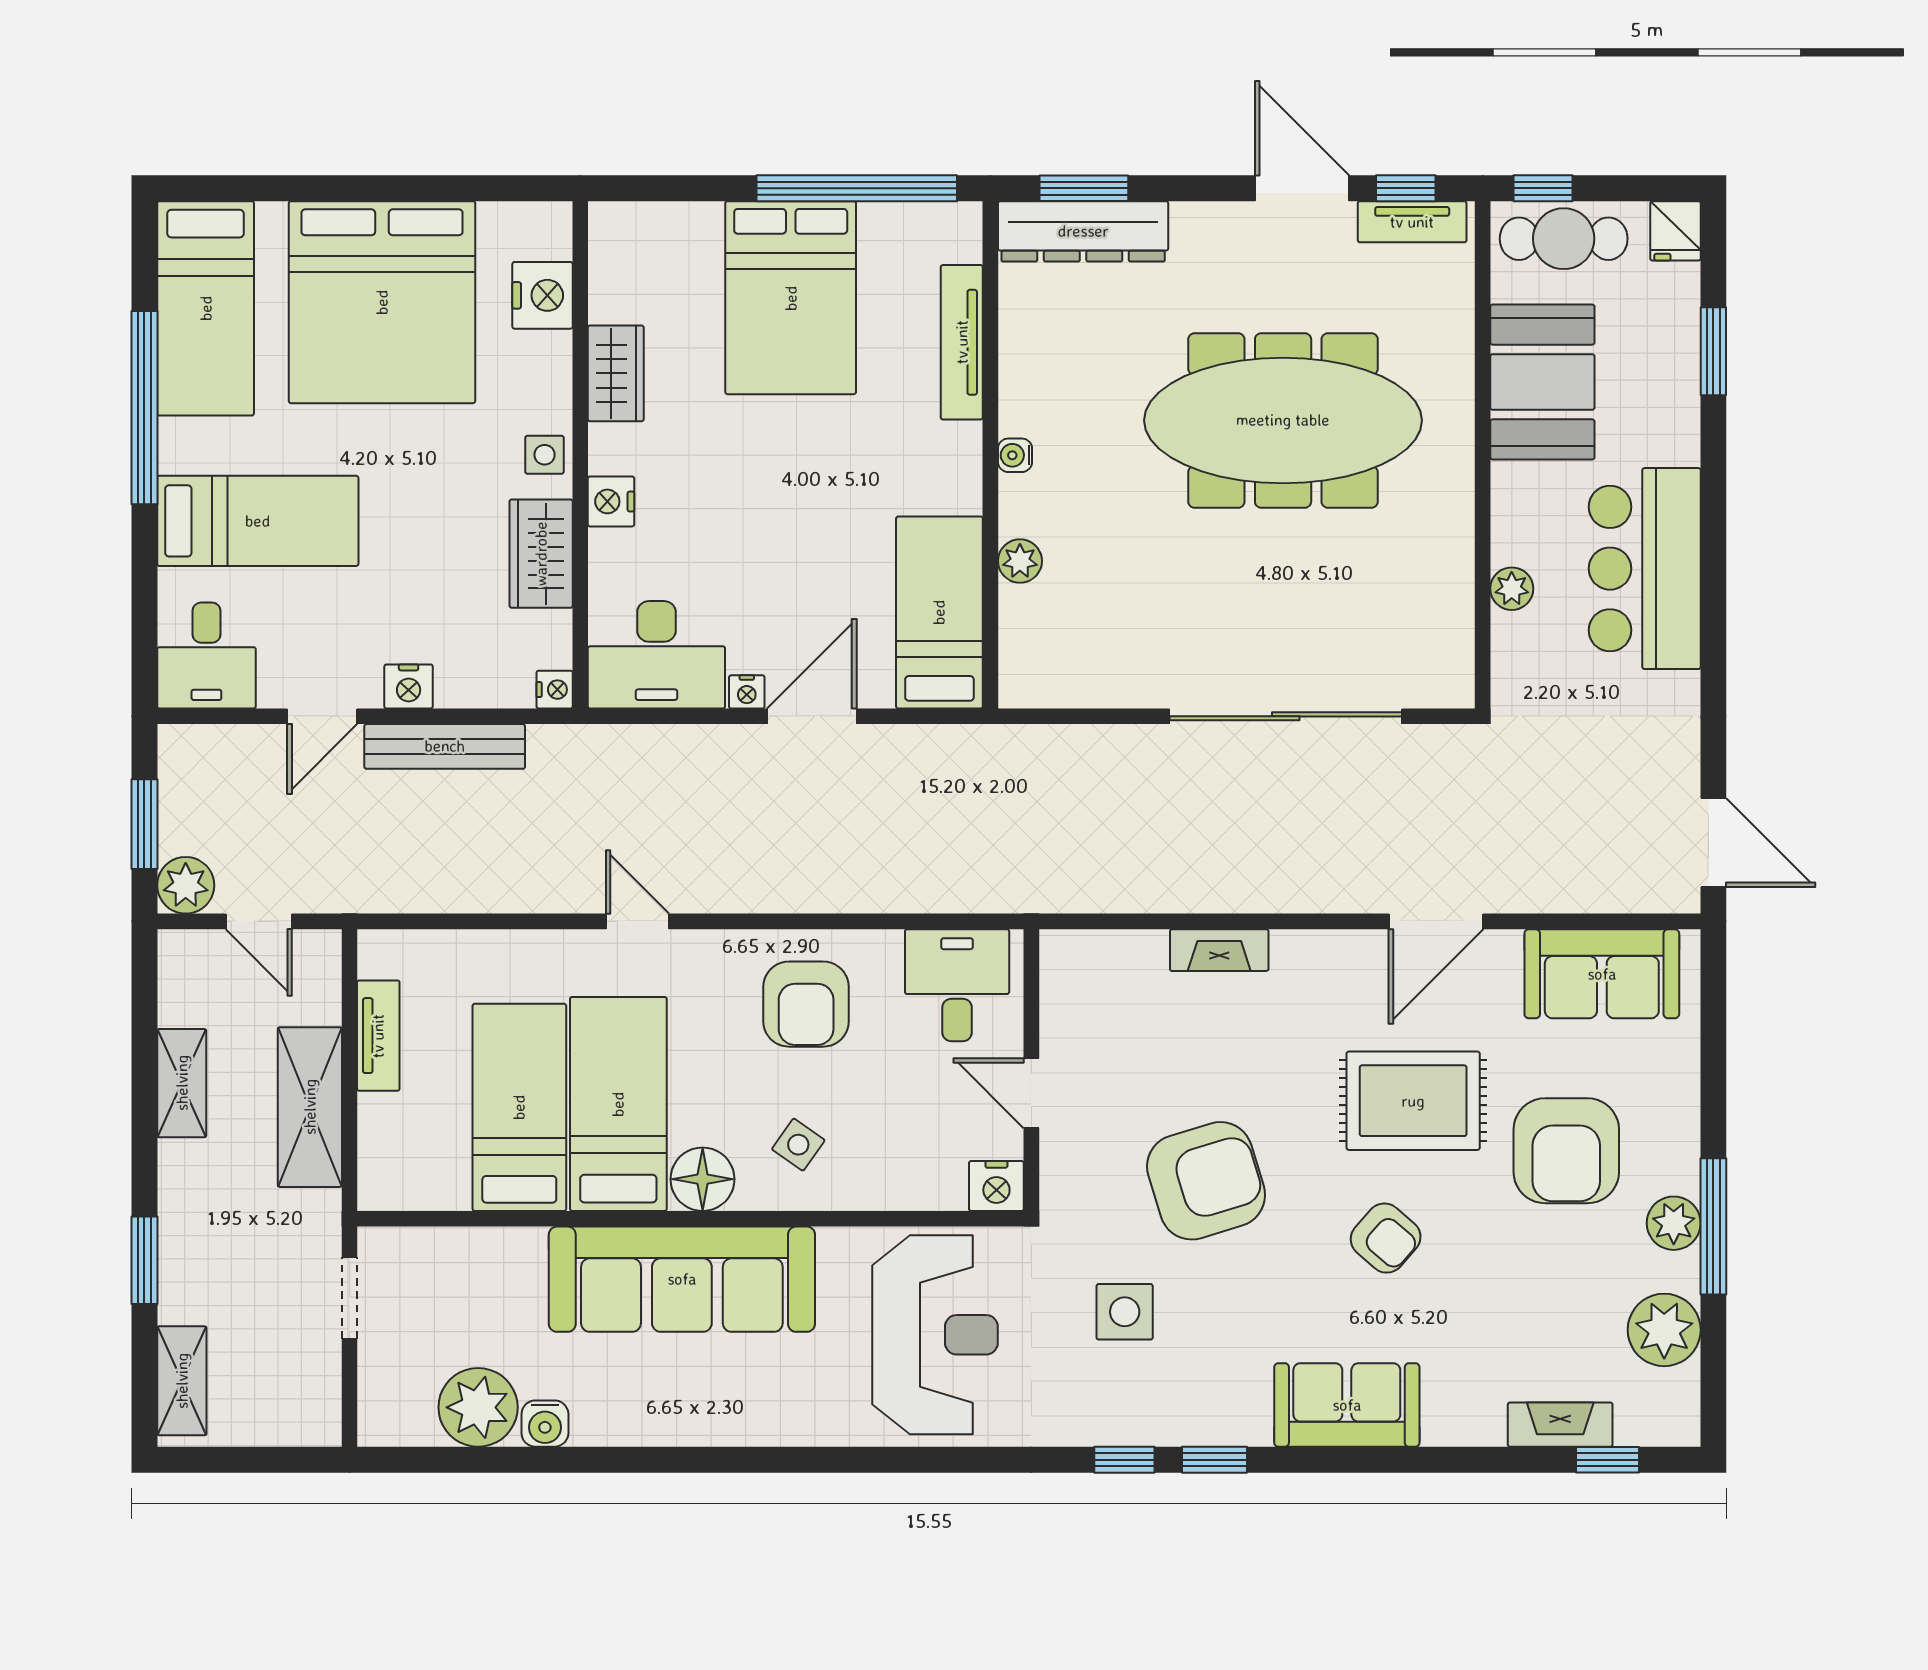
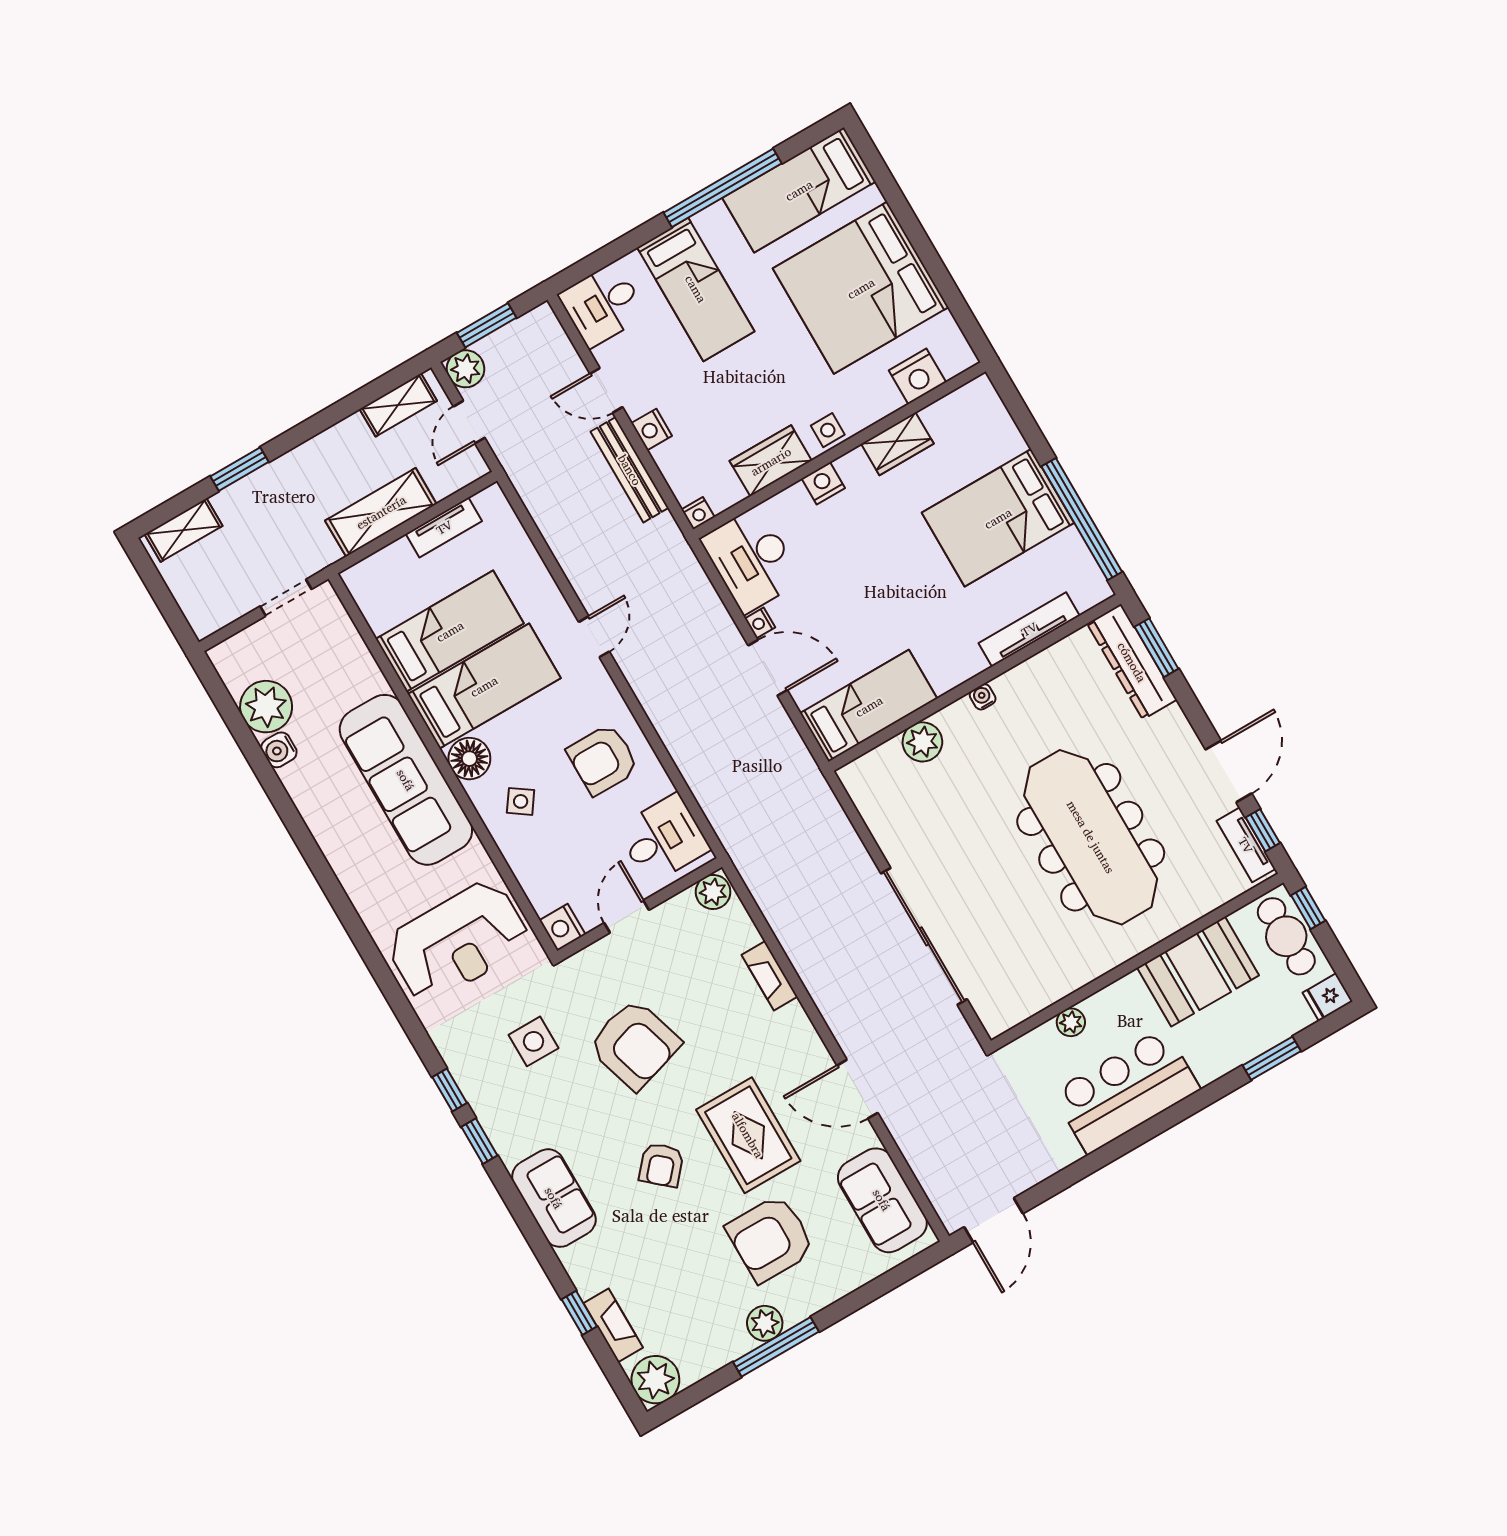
plant: (1020, 561) -> (922, 742), width x1.38, depth x1.38
plant: (1065, 960) -> (713, 892), added
shelving: (182, 1083) -> (398, 405), moved
plant: (1664, 1330) -> (655, 1380), moved
window: (1607, 1460) -> (579, 1313), moved

